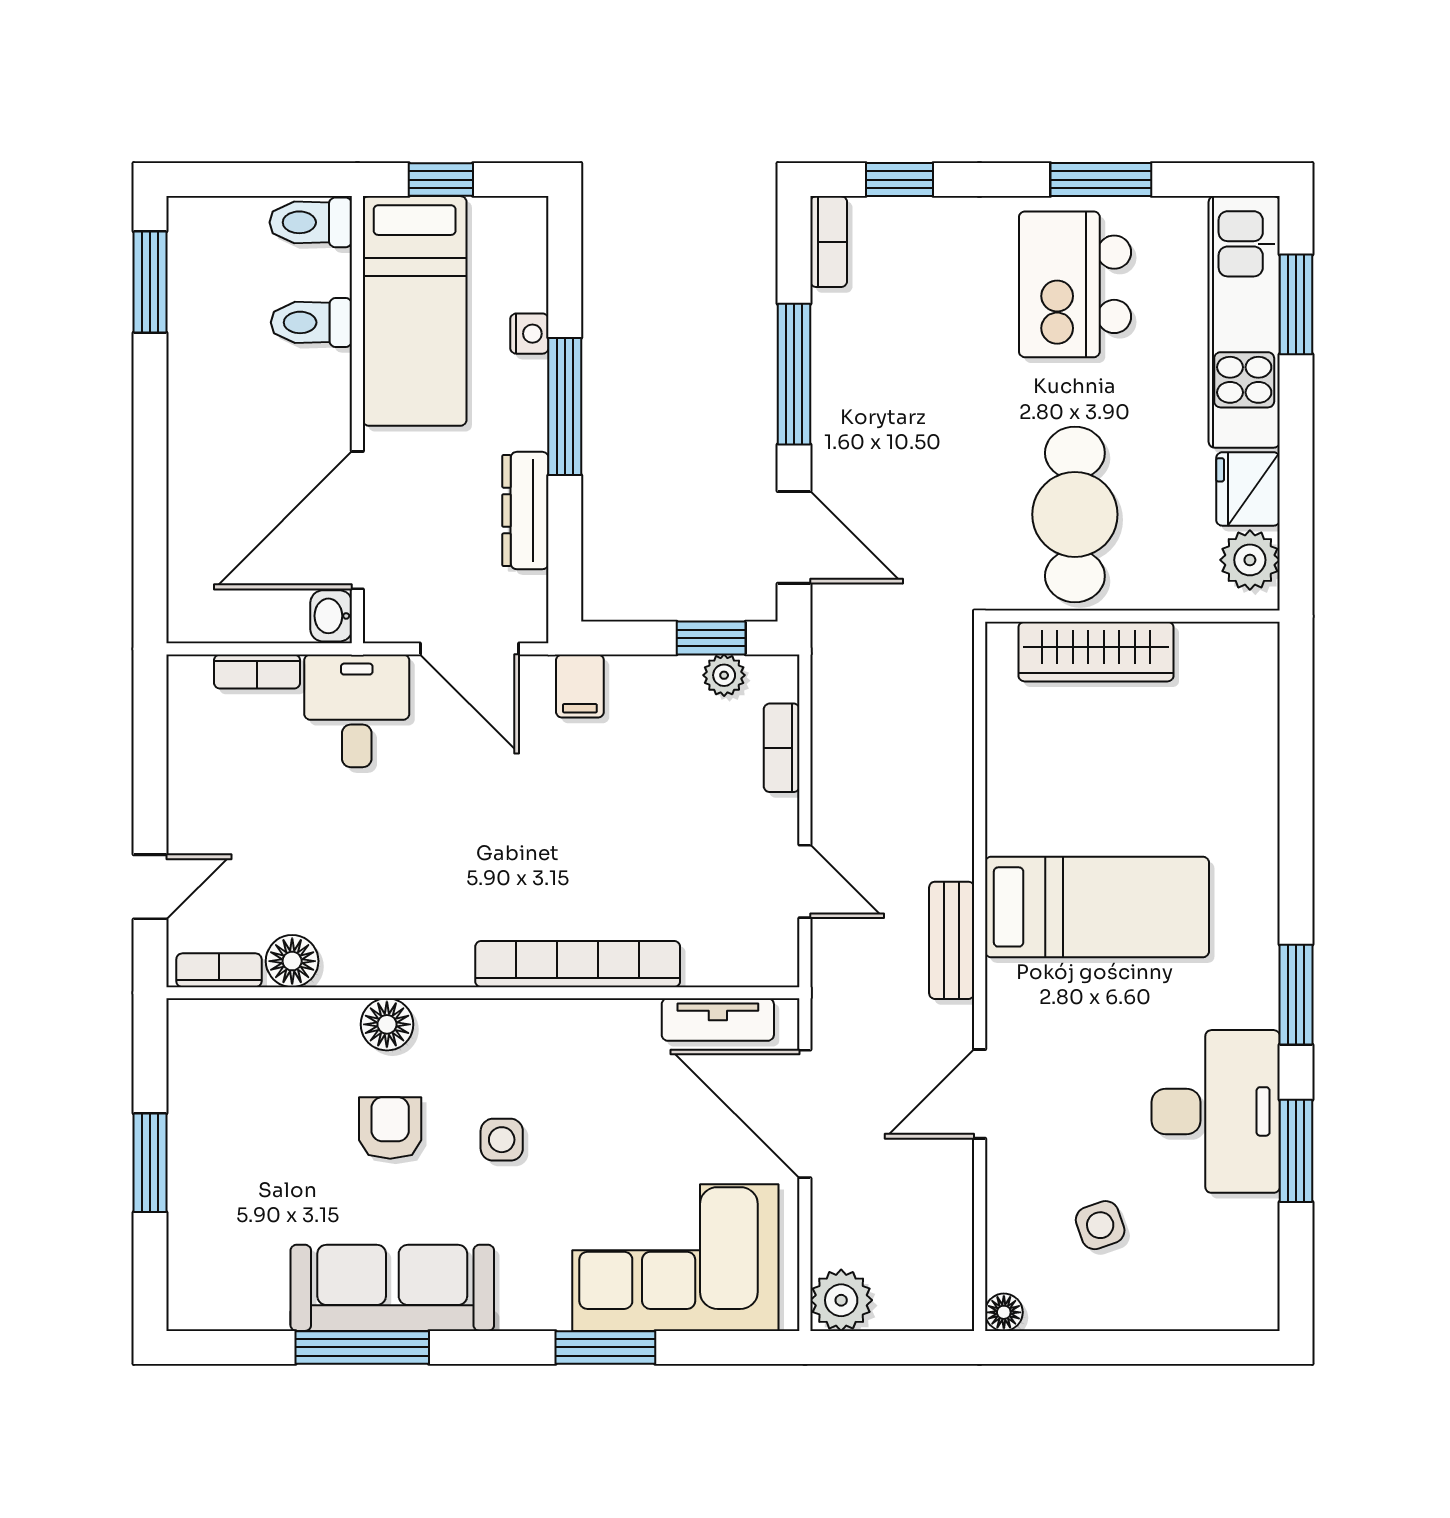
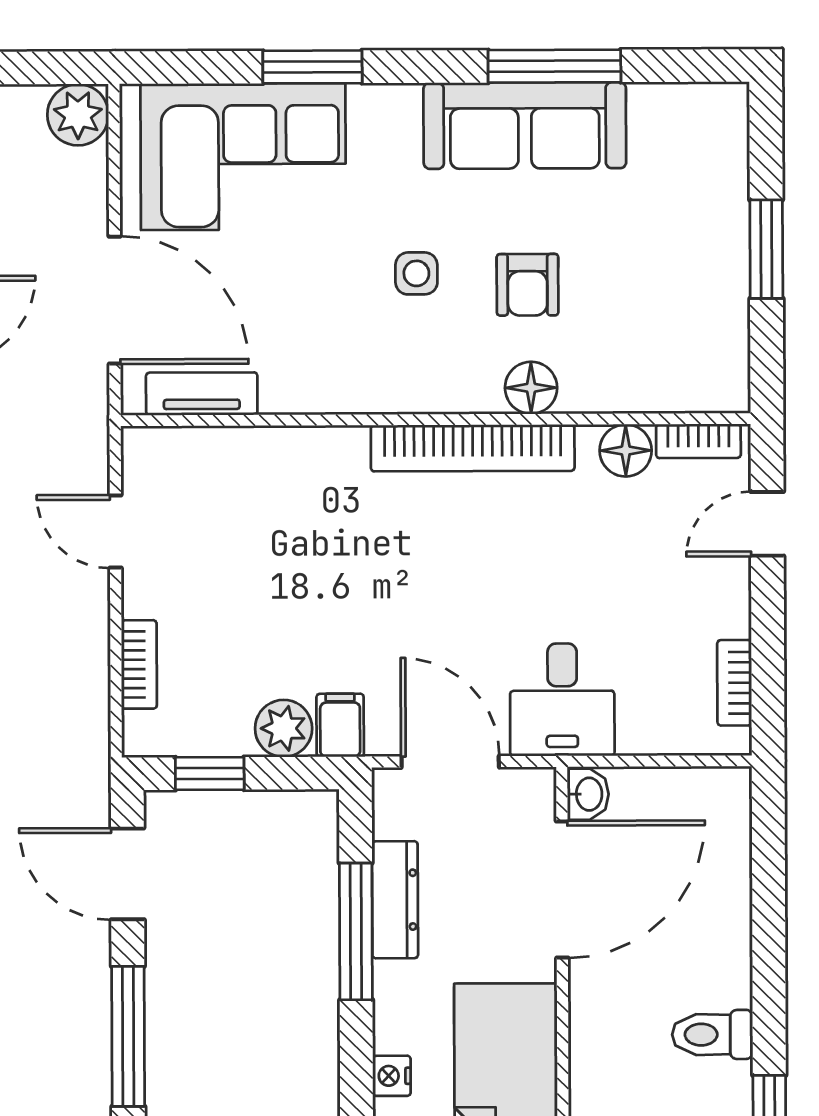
toilet: (311, 322) -> (712, 1035), moved, turned 180
window: (565, 407) -> (356, 931), moved
bookcase: (257, 672) -> (734, 683), moved, turned -90
plant: (724, 675) -> (284, 728), moved, width x1.38, depth x1.38
bookcase: (578, 964) -> (473, 448), moved

